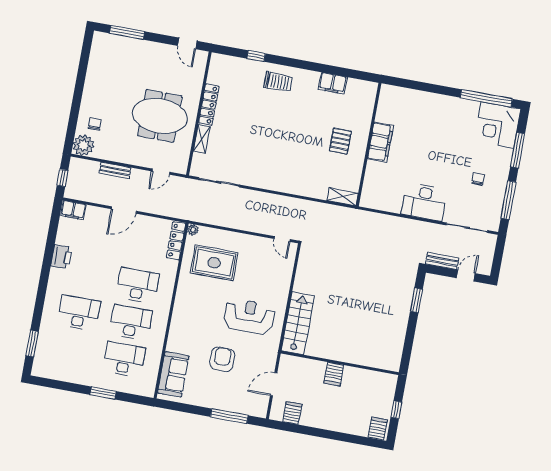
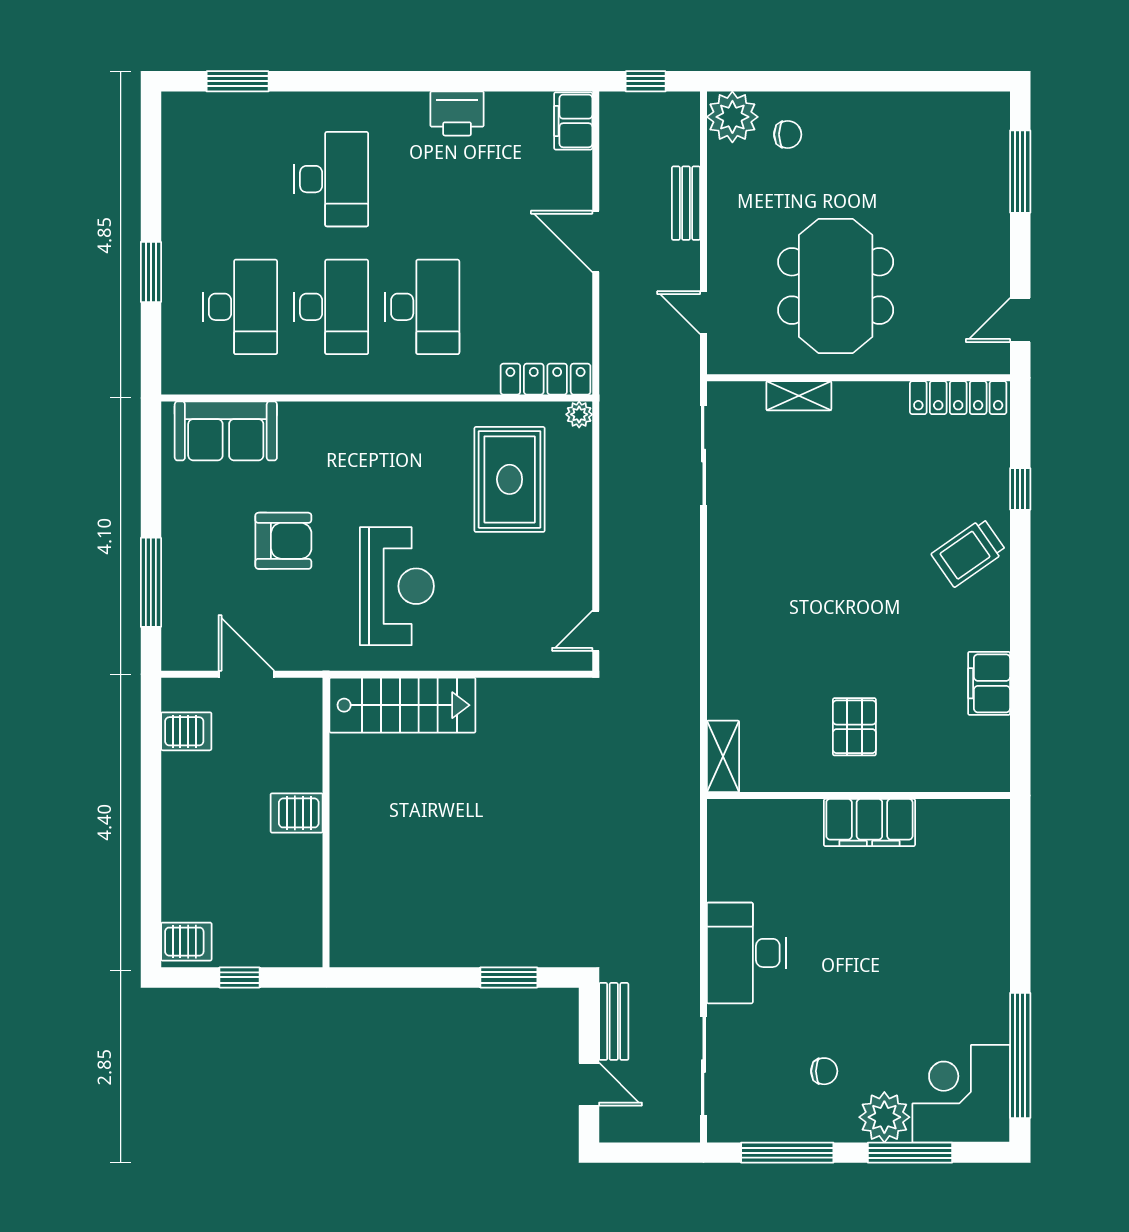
trolley: (278, 82) -> (969, 553), turned 55
locker: (209, 105) -> (958, 398), moved
pallet: (340, 141) -> (854, 727), turned 90
plant: (501, 158) -> (884, 1117), added

